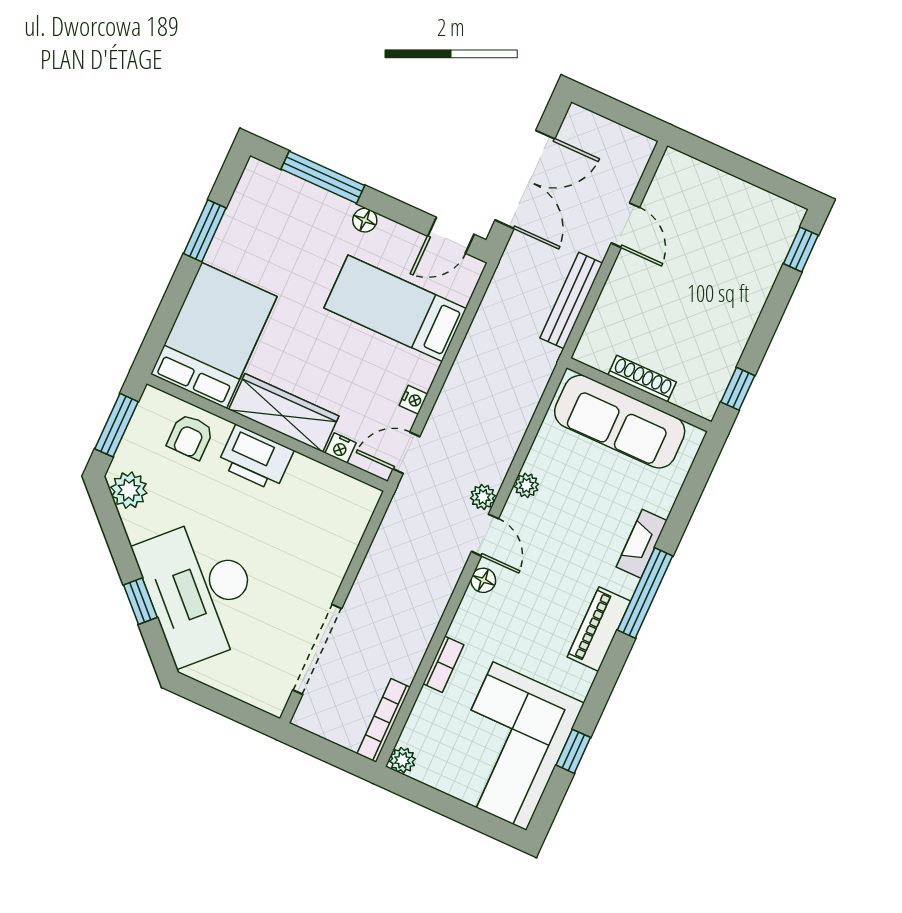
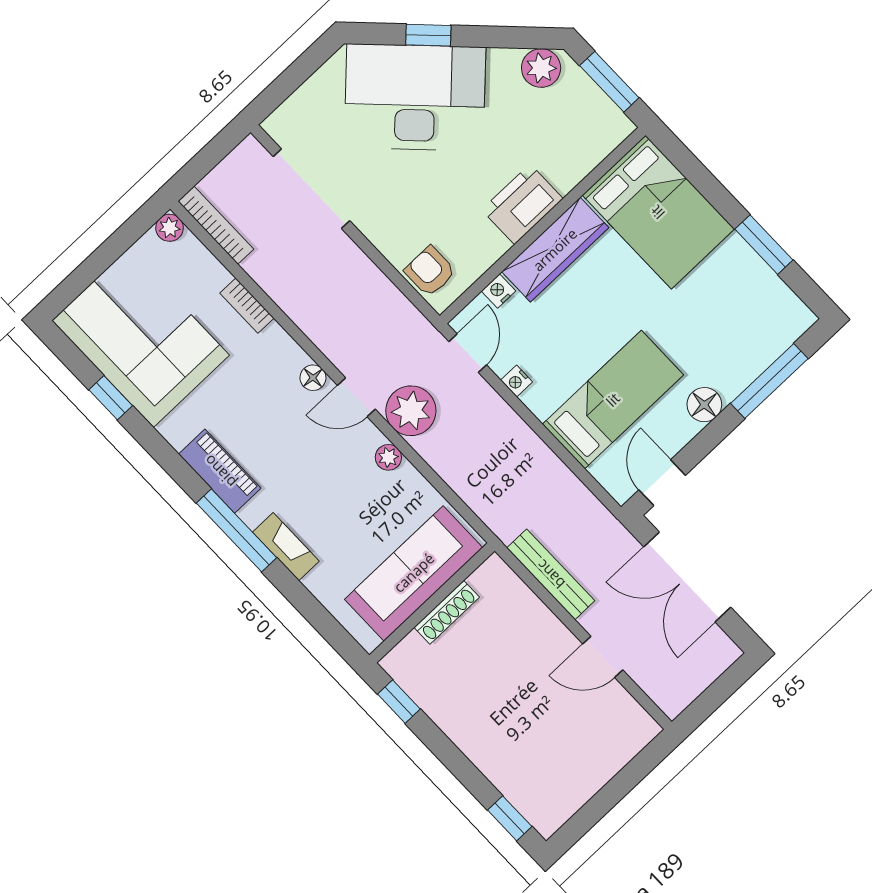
floor lamp: (365, 220) -> (704, 405), width x1.37, depth x1.37
armchair: (190, 437) -> (430, 271), moved
plant: (483, 497) -> (411, 411), width x1.88, depth x1.88

